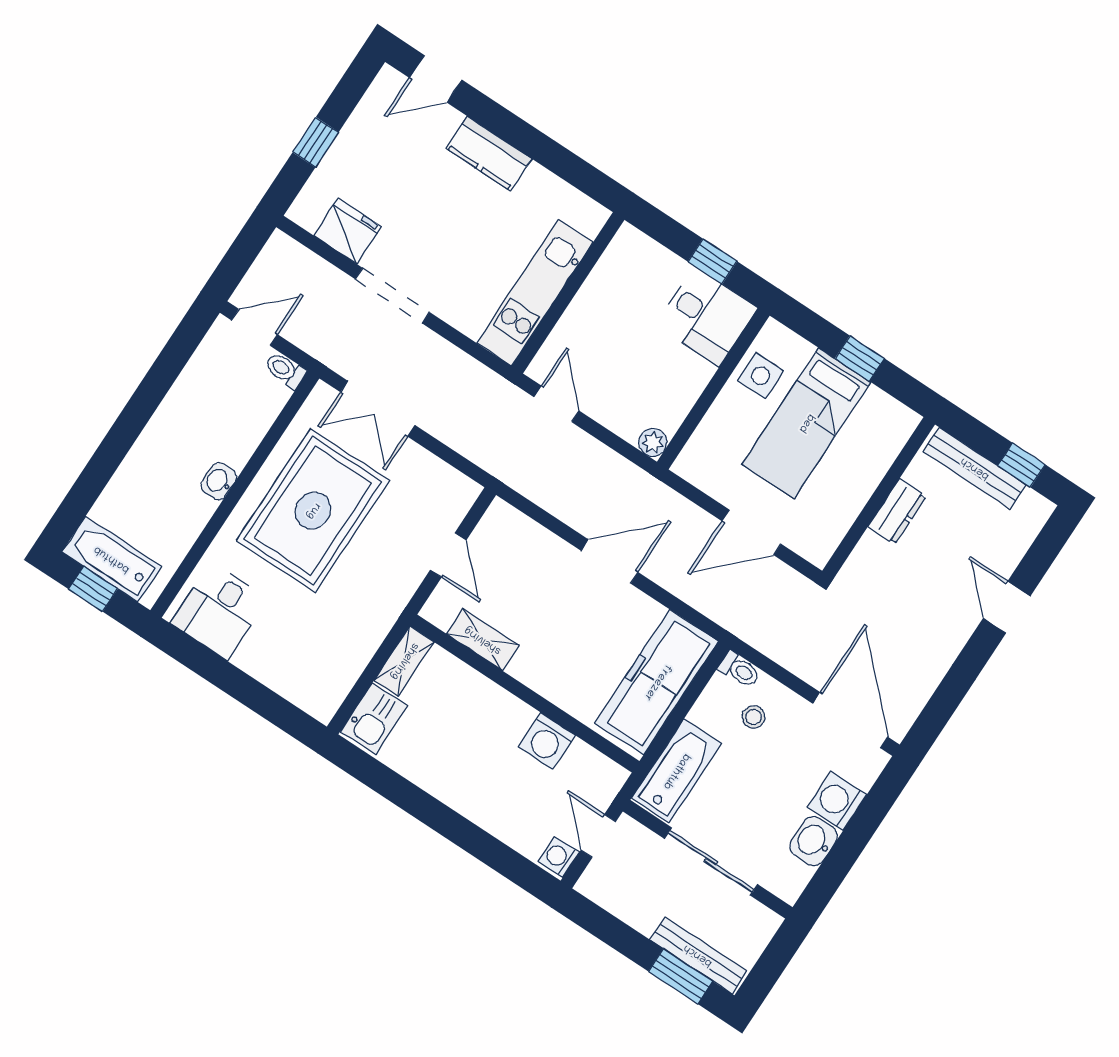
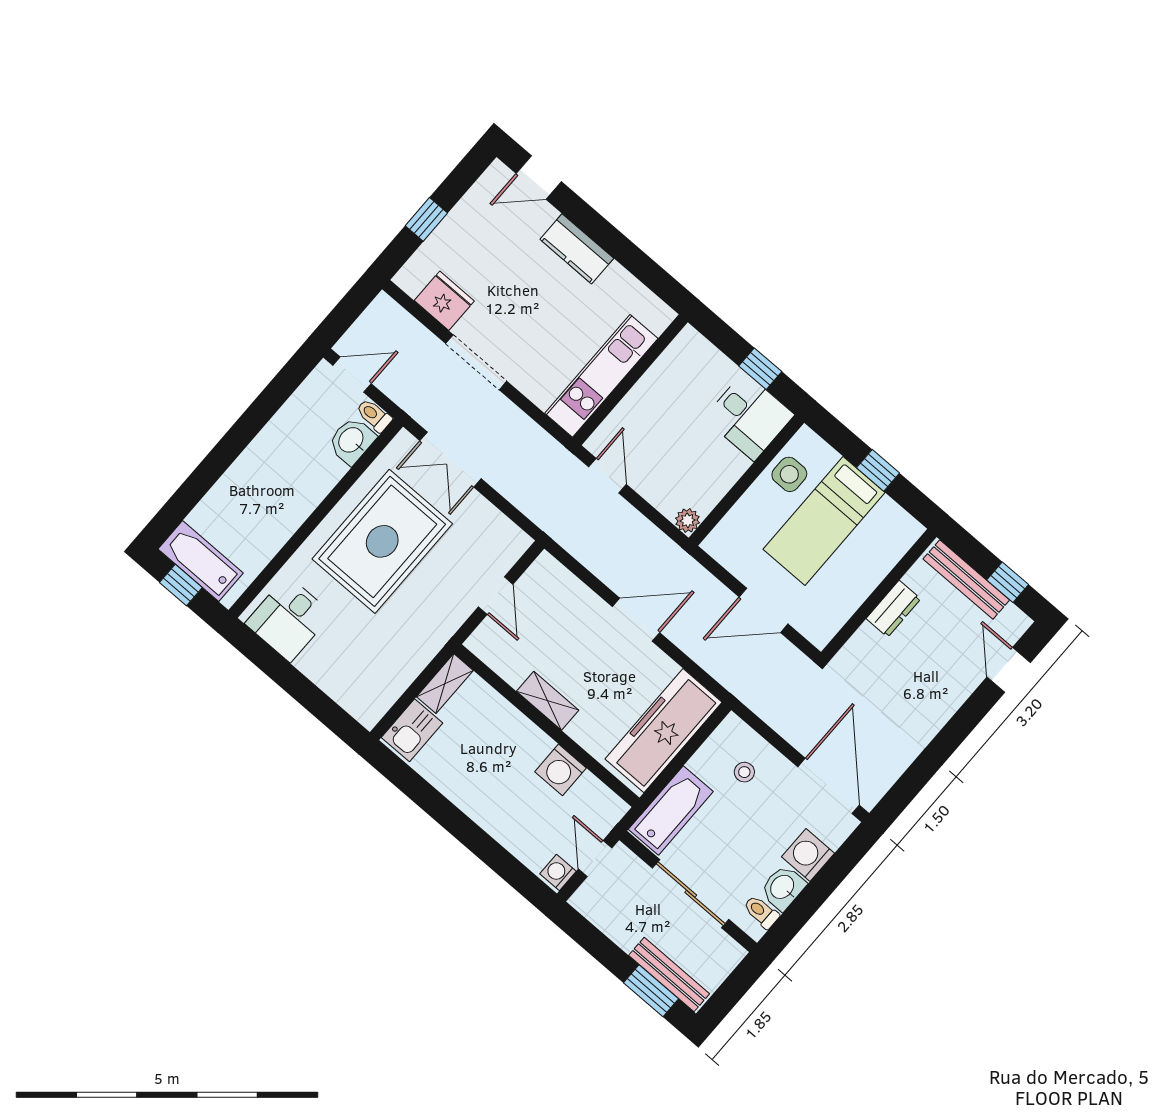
washbasin: (219, 481) -> (352, 441), moved, width x1.38, depth x1.45
door: (1007, 607) -> (1009, 670), moved
shelving: (483, 640) -> (548, 701), moved
toilet: (739, 670) -> (761, 912), moved, turned 180

